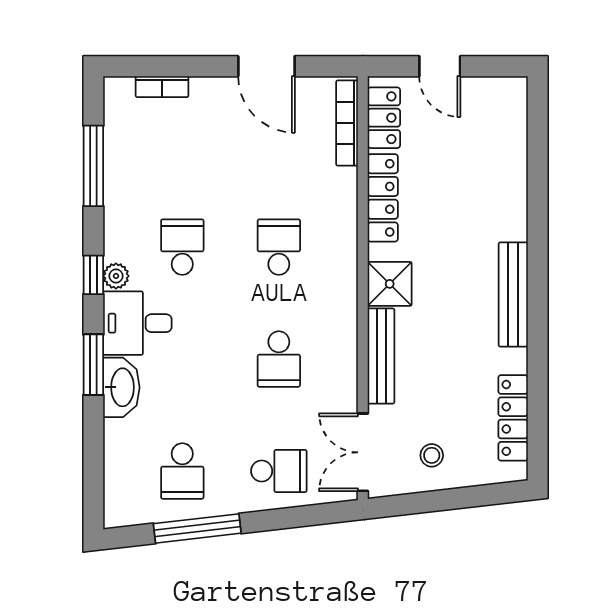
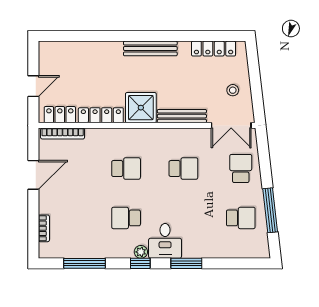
school desk: (279, 247) -> (126, 168), turned 180
shower: (390, 284) -> (141, 108), width x1.36, depth x1.36
washbasin: (121, 387) -> (198, 249), removed

